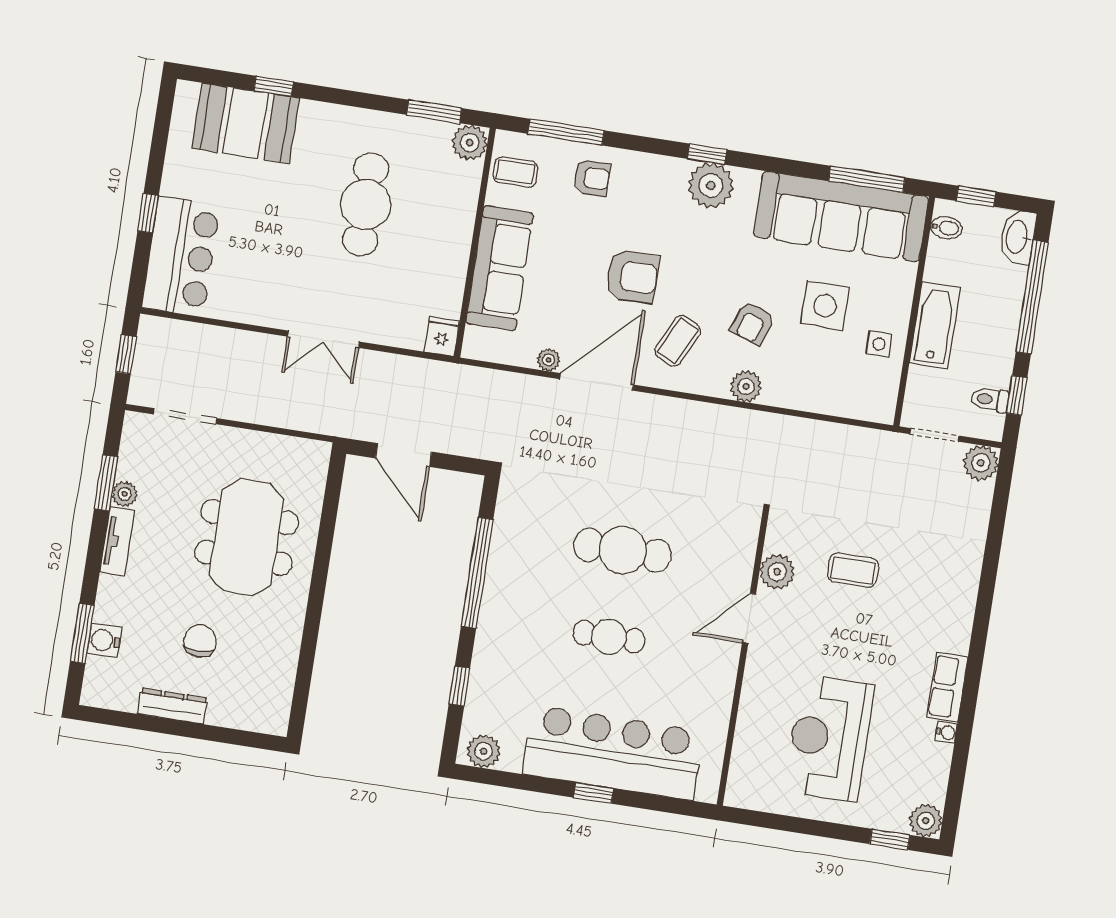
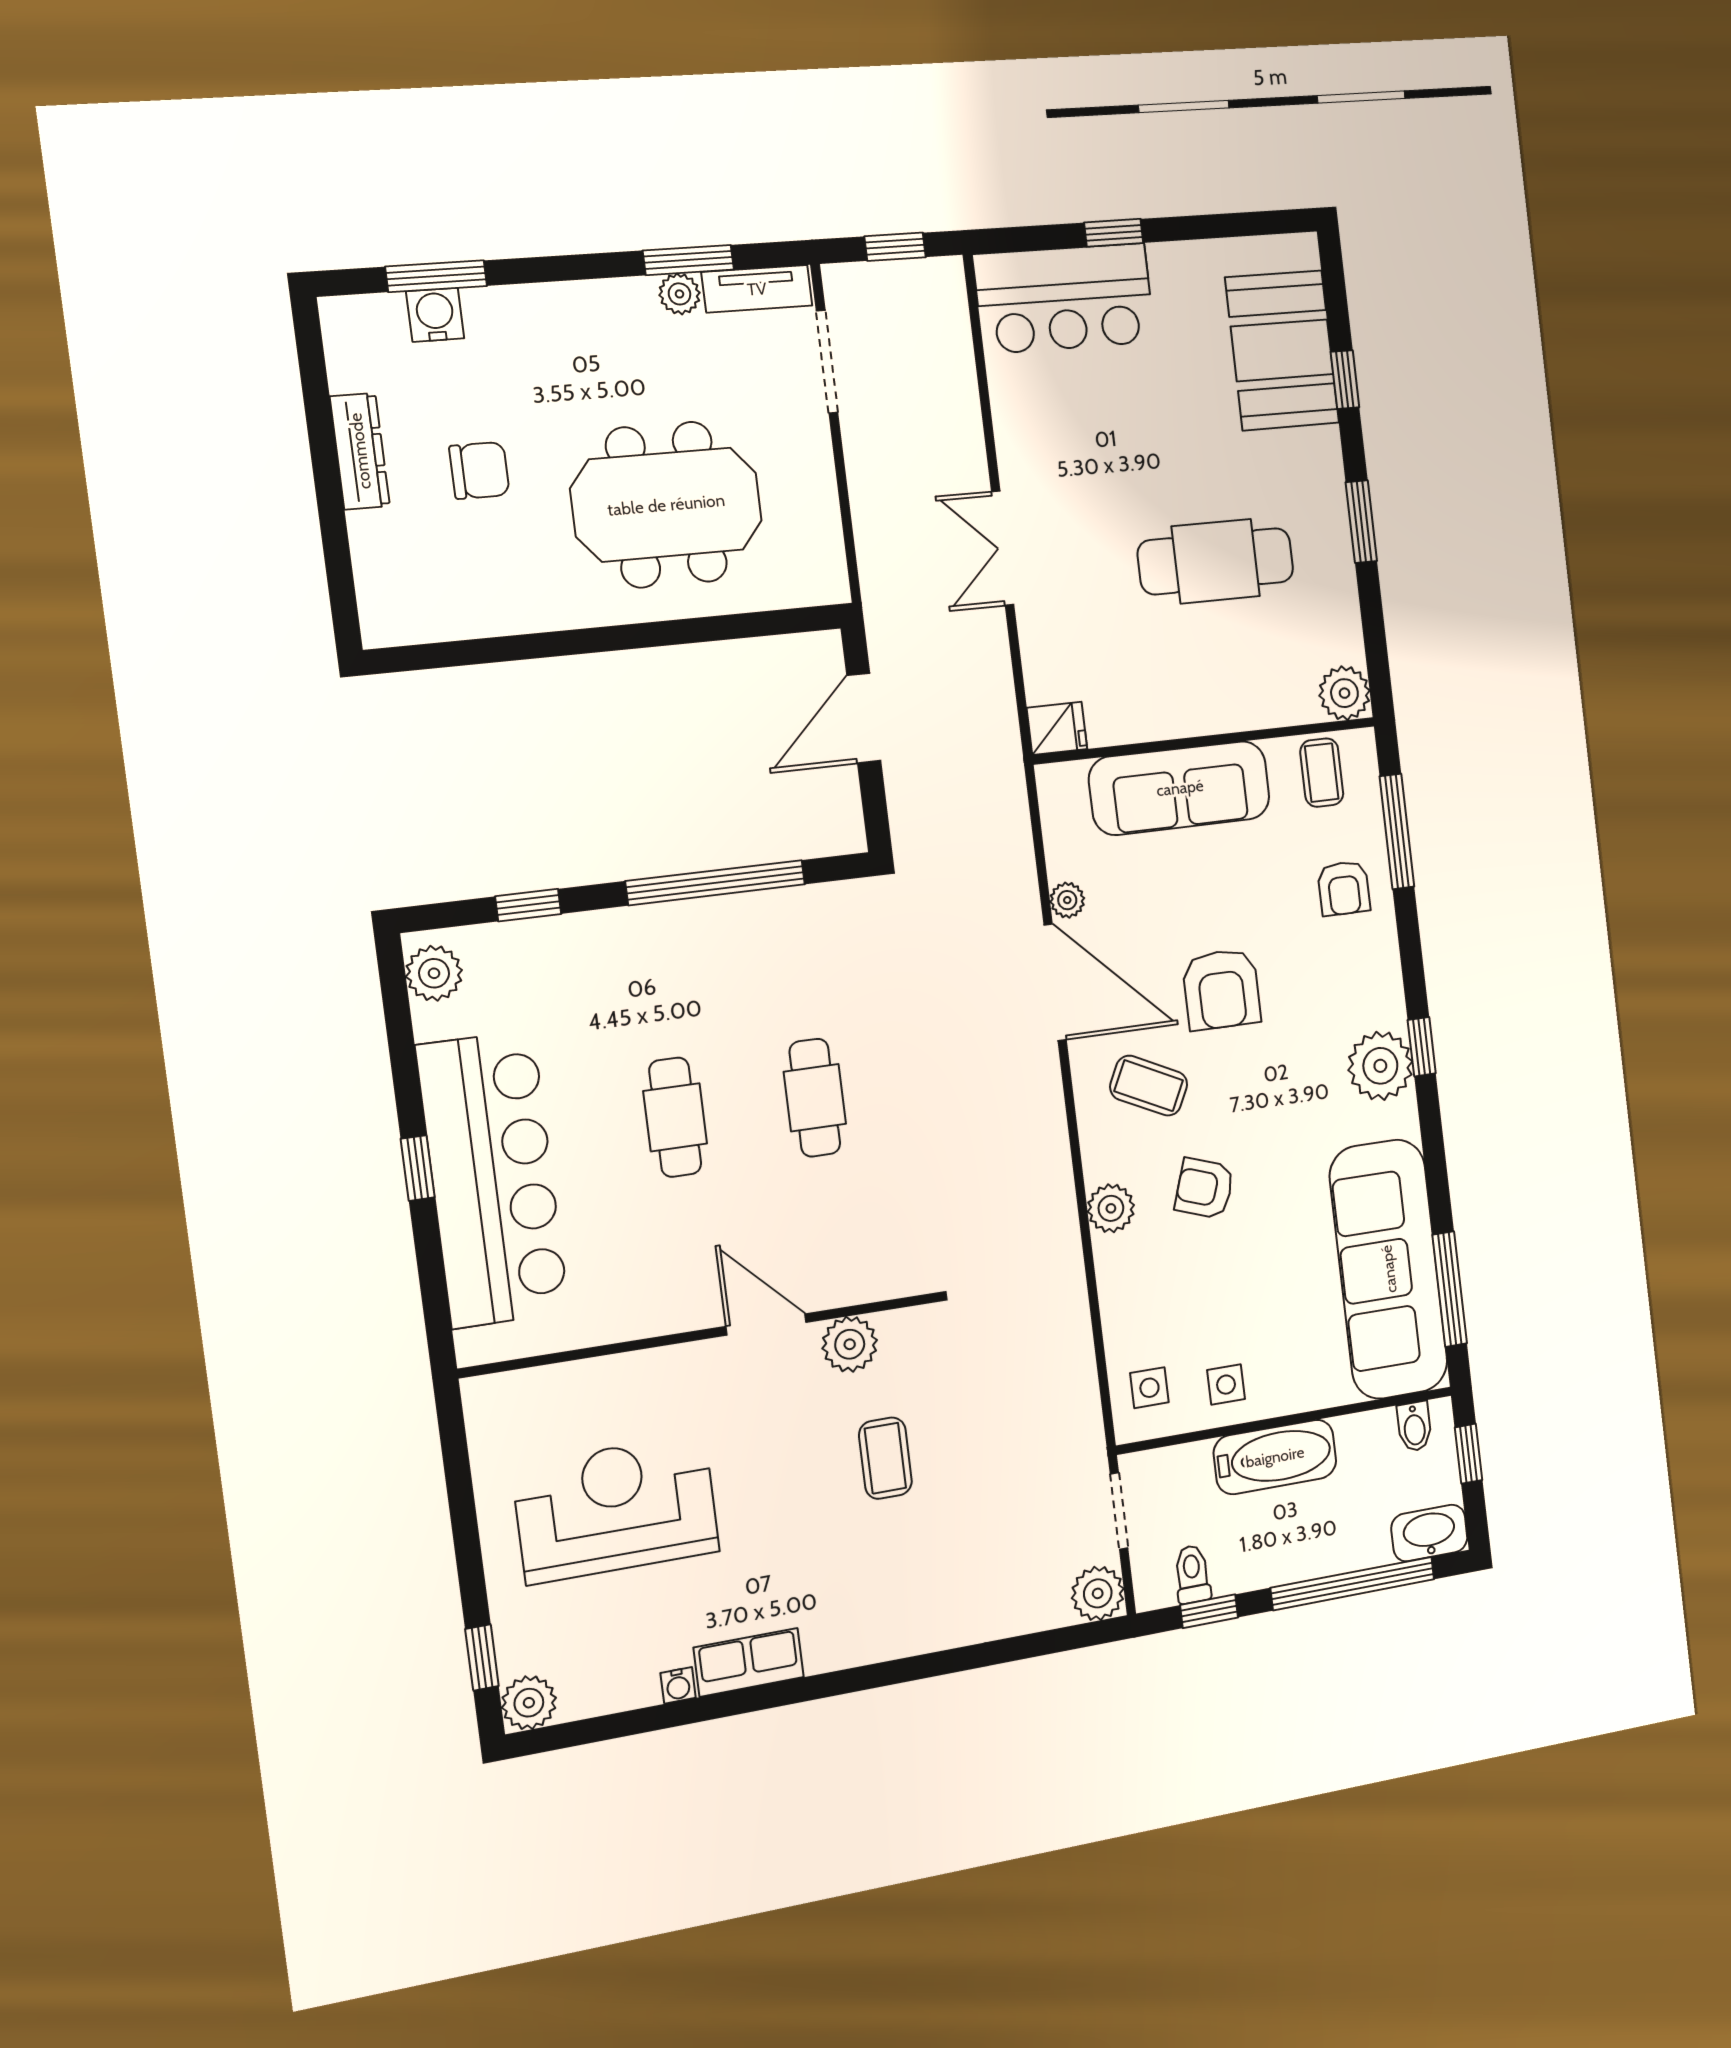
window: (434, 111) -> (1361, 522), moved
side table: (825, 306) -> (1149, 1388), moved, width x0.54, depth x0.54
tv unit: (117, 541) -> (757, 289), moved
cafe table: (623, 550) -> (815, 1098), width x0.73, depth x0.74

